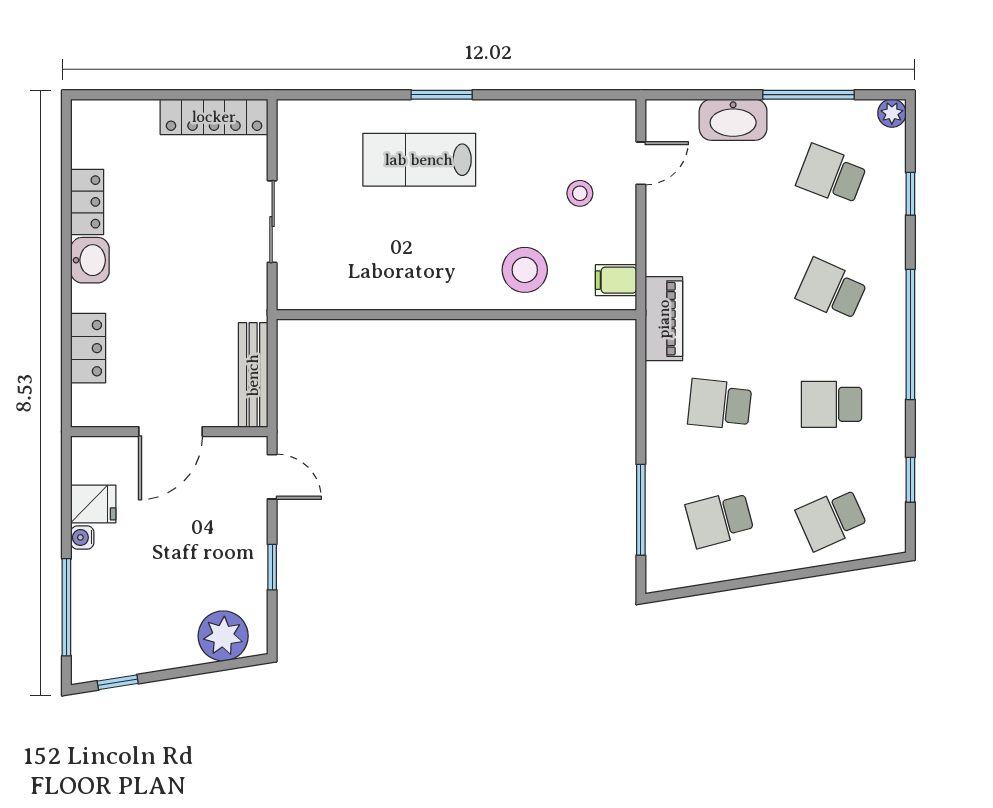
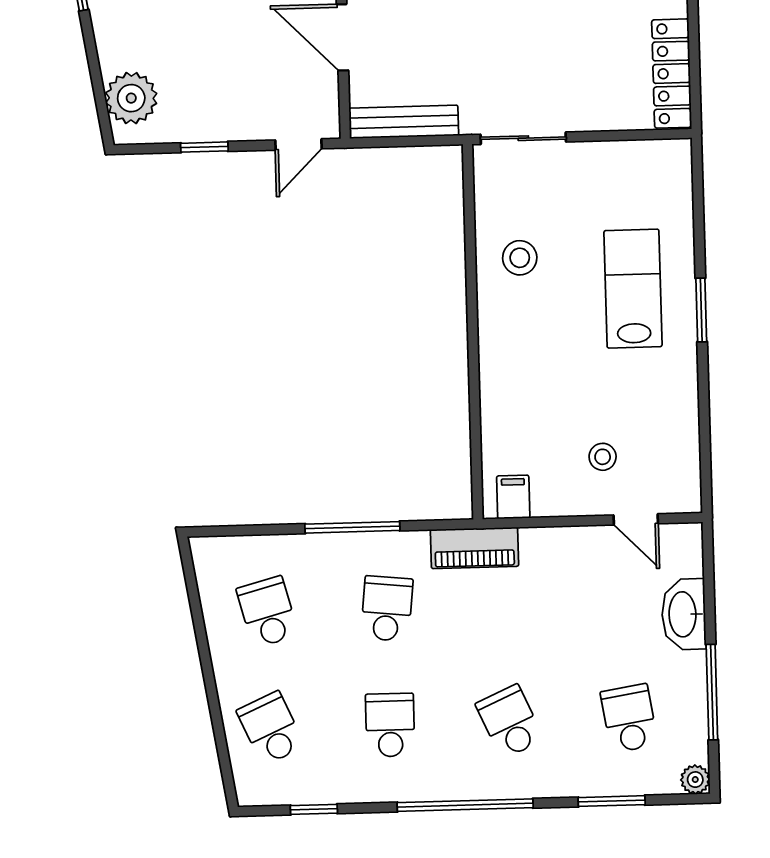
school desk: (831, 175) -> (629, 718), turned -30
window: (910, 194) -> (612, 801), width x1.50
sliding door: (272, 222) -> (523, 138), moved
stool: (525, 270) -> (520, 258), moved, width x0.73, depth x0.73
school desk: (831, 290) -> (510, 722), turned -48
window: (641, 510) -> (352, 527), moved

